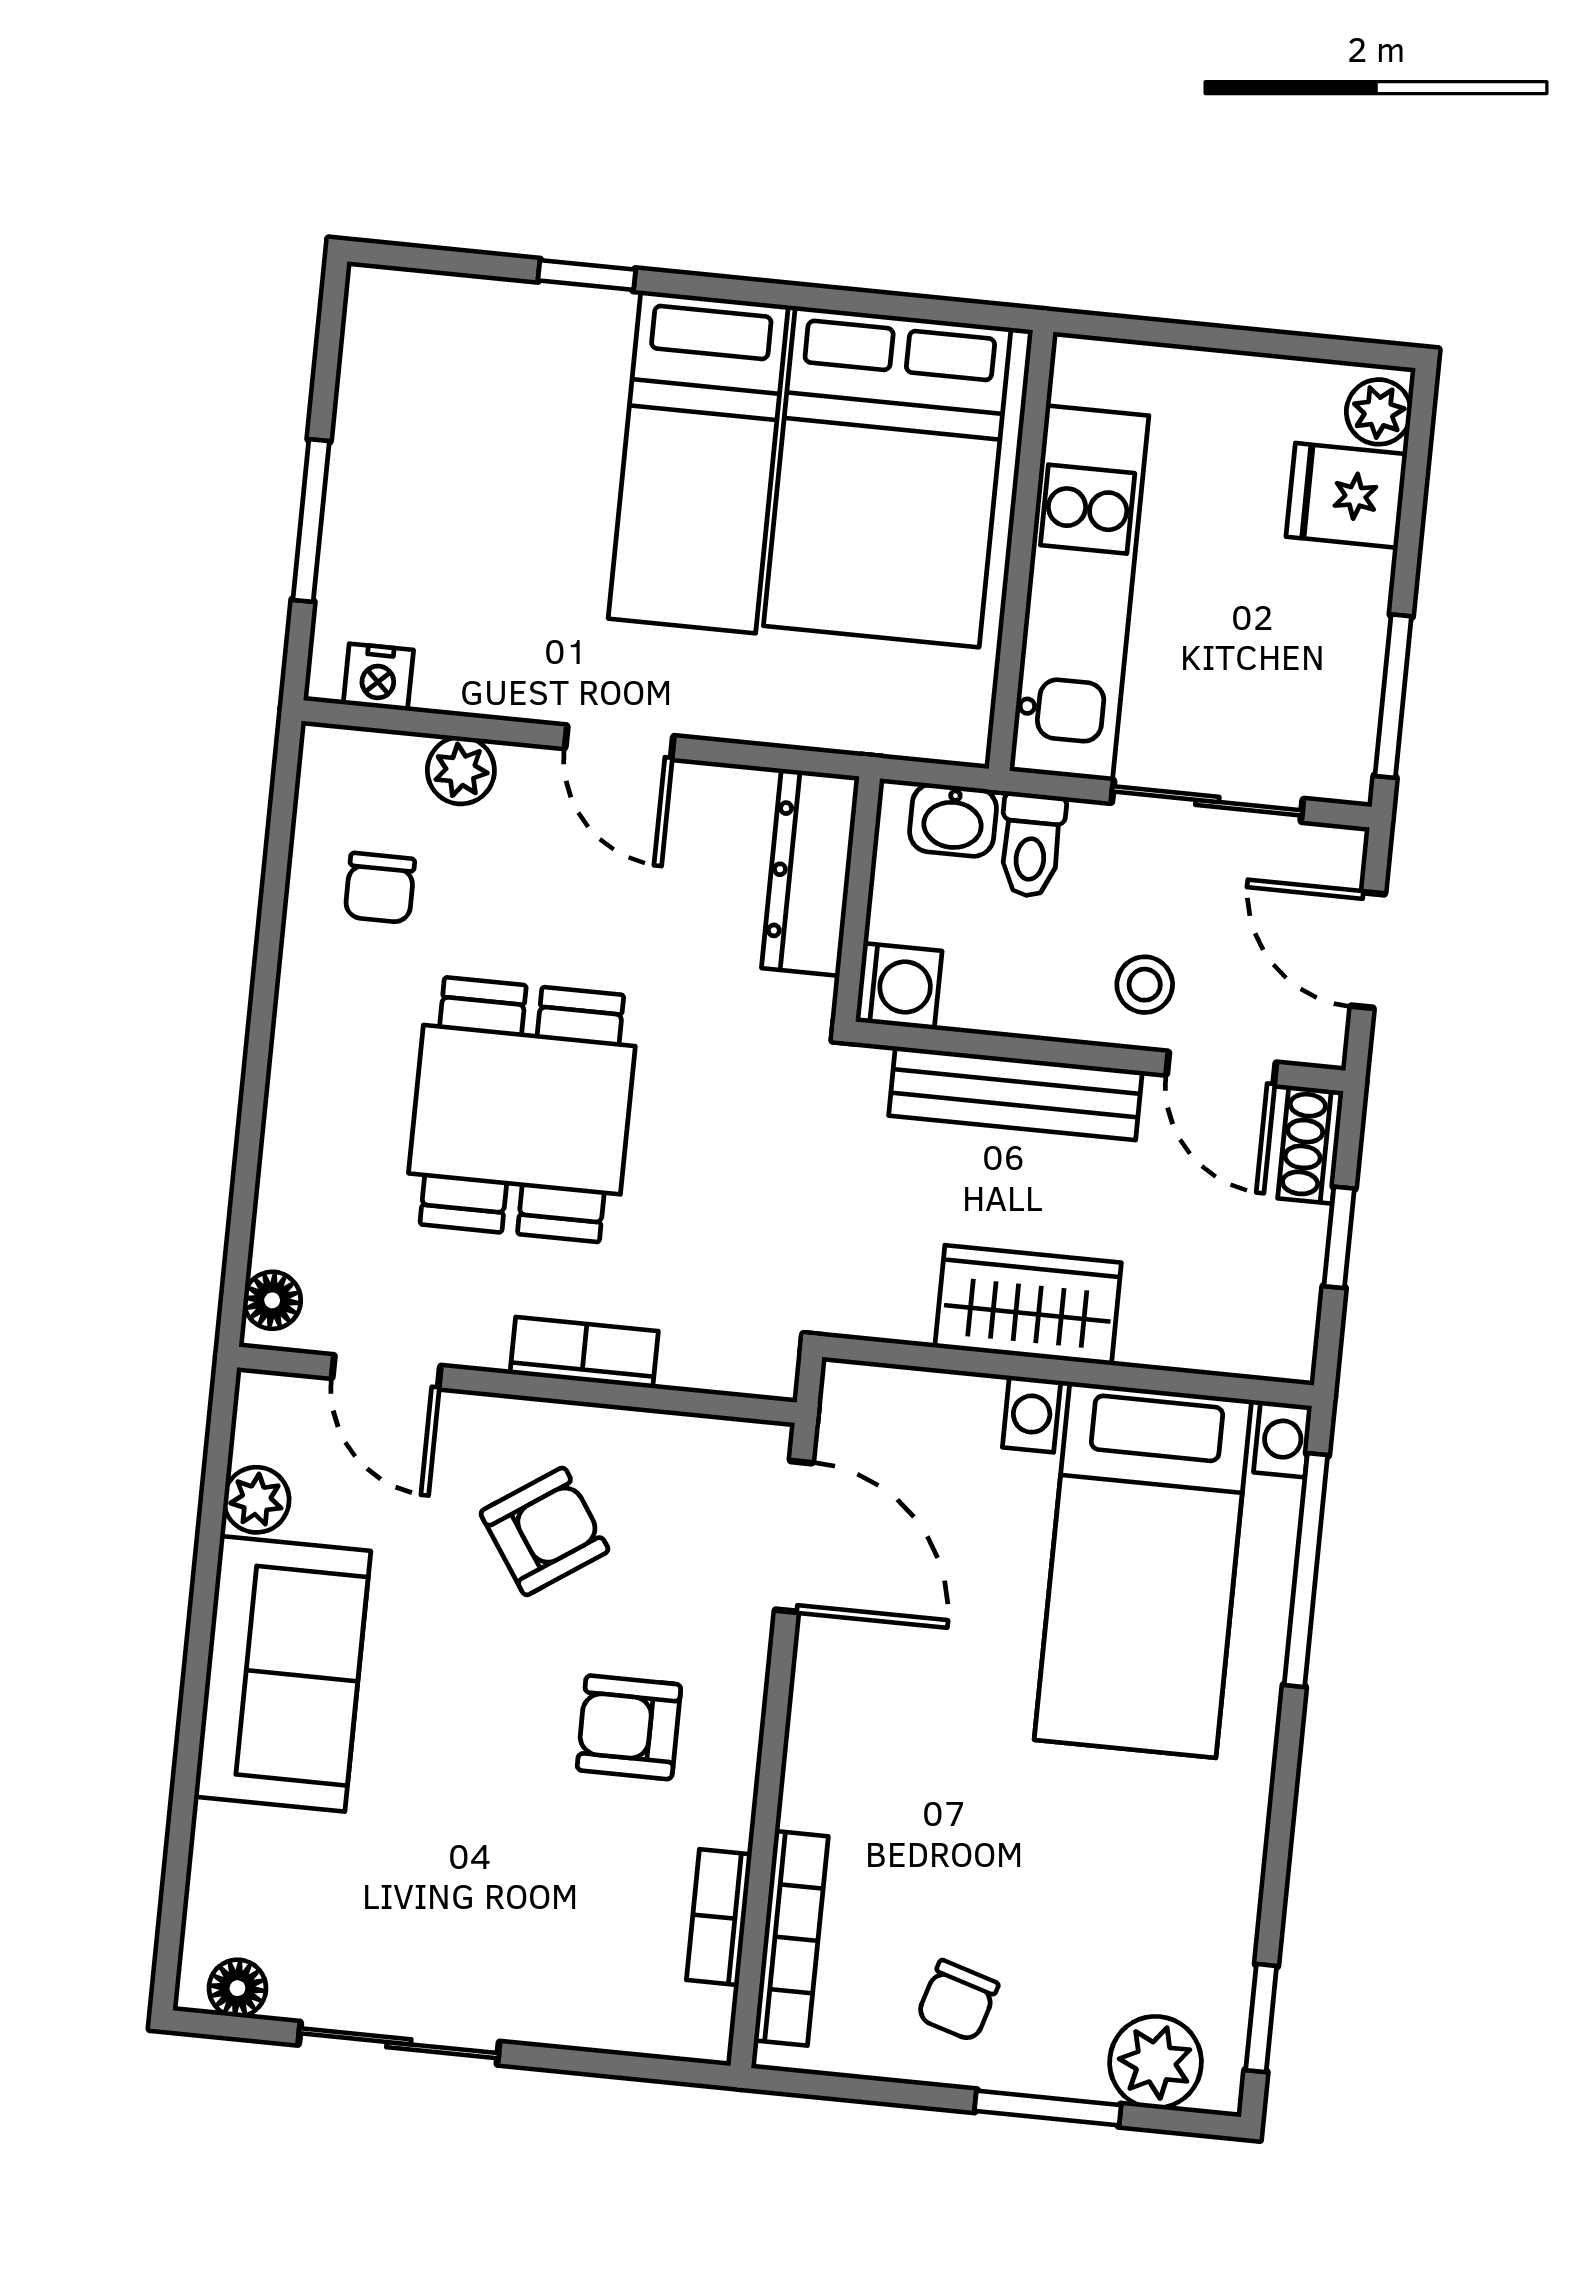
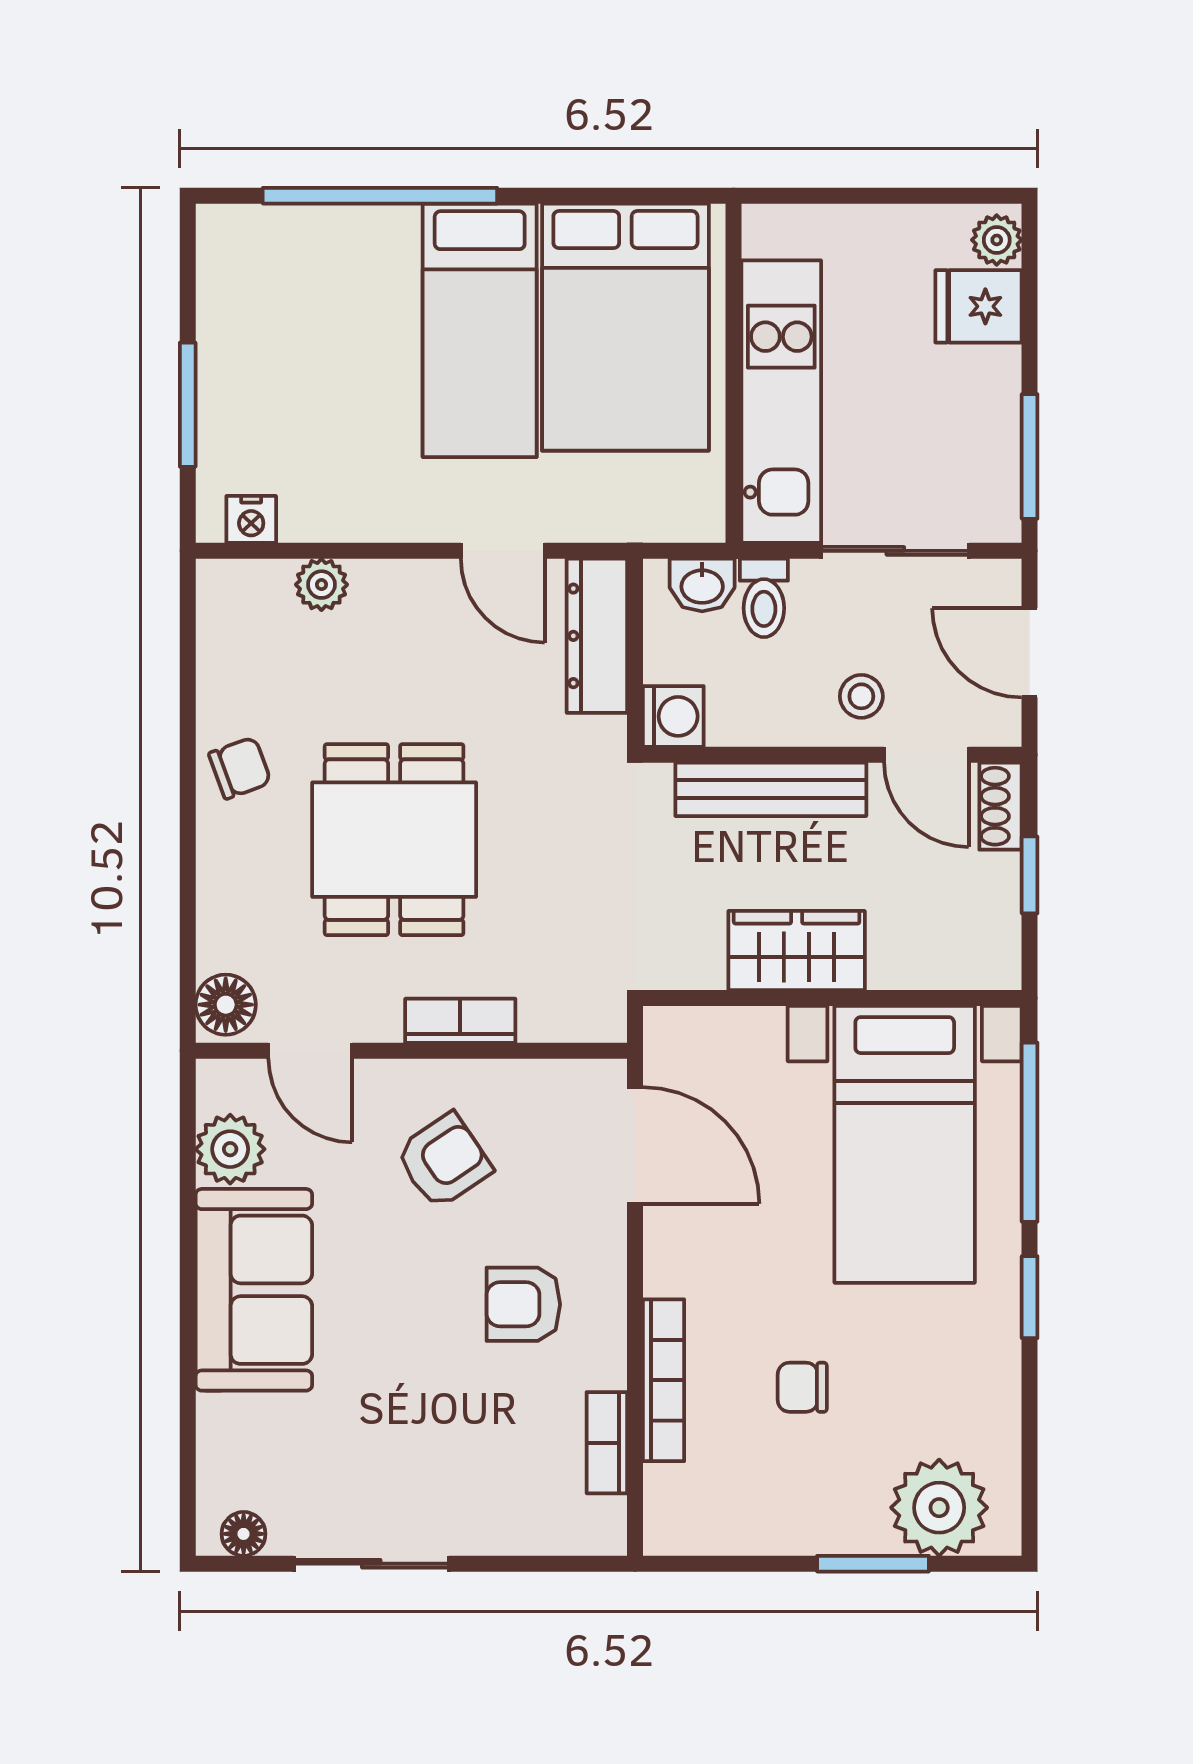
window: (587, 275) -> (380, 196), width x3.17
door: (619, 742) -> (503, 551), moved
chair: (380, 888) -> (240, 768), moved, turned -110
floor lamp: (272, 1300) -> (226, 1005), width x1.37, depth x1.37
plant: (256, 1500) -> (230, 1149), width x1.38, depth x1.38
bookcase: (791, 1938) -> (664, 1380), moved
chair: (958, 2001) -> (802, 1387), moved, turned 73
window: (1261, 2018) -> (1030, 1297), moved
plant: (1156, 2062) -> (939, 1508), width x1.36, depth x1.36

